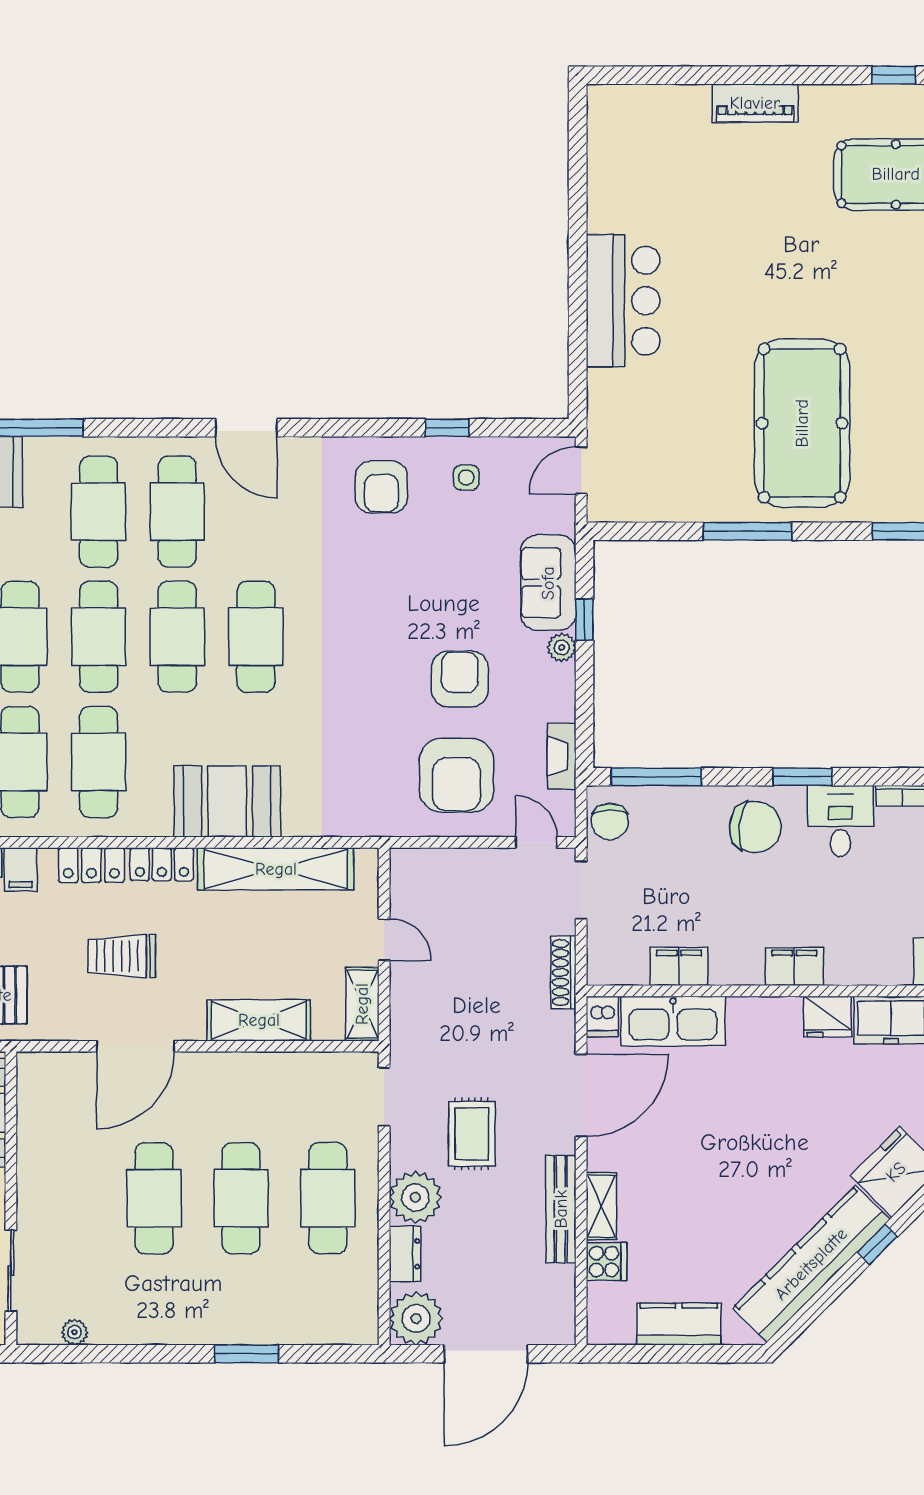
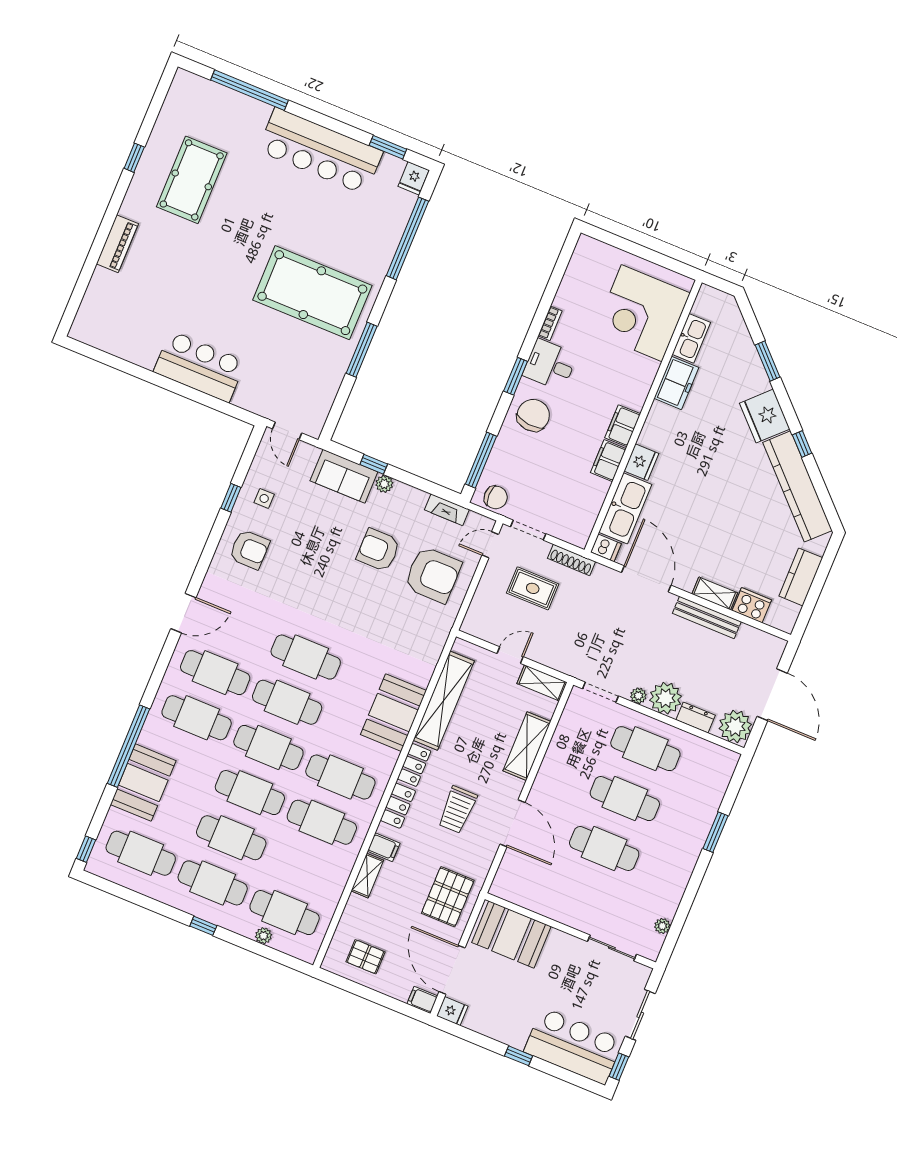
filing cabinet: (679, 966) -> (608, 461), moved
fridge: (828, 1017) -> (641, 462), moved
rug: (472, 1134) -> (533, 588), moved
plant: (402, 1155) -> (638, 696), added
cooker: (606, 1262) -> (752, 605), width x1.36

